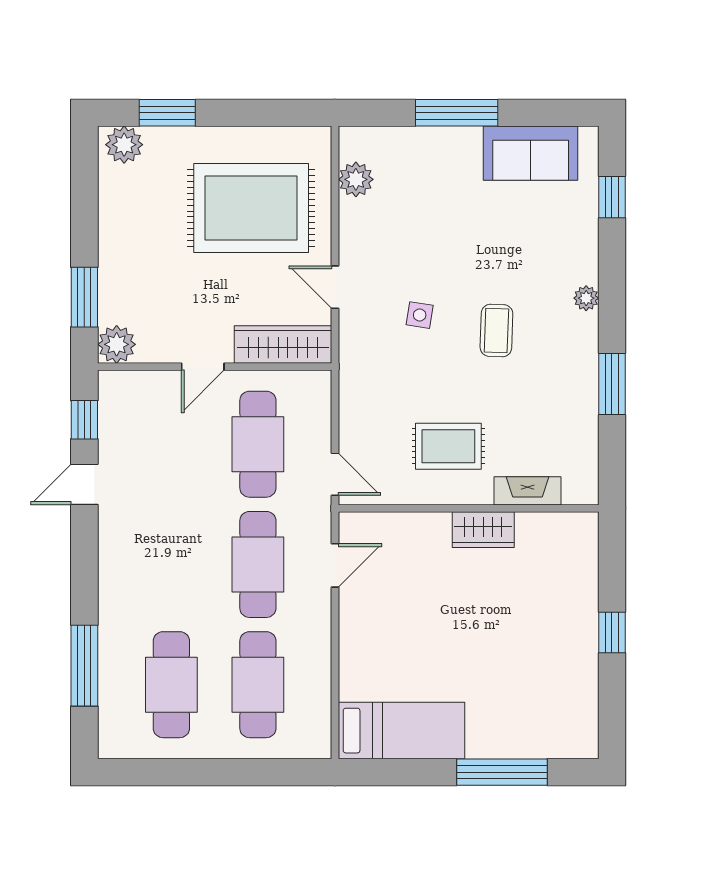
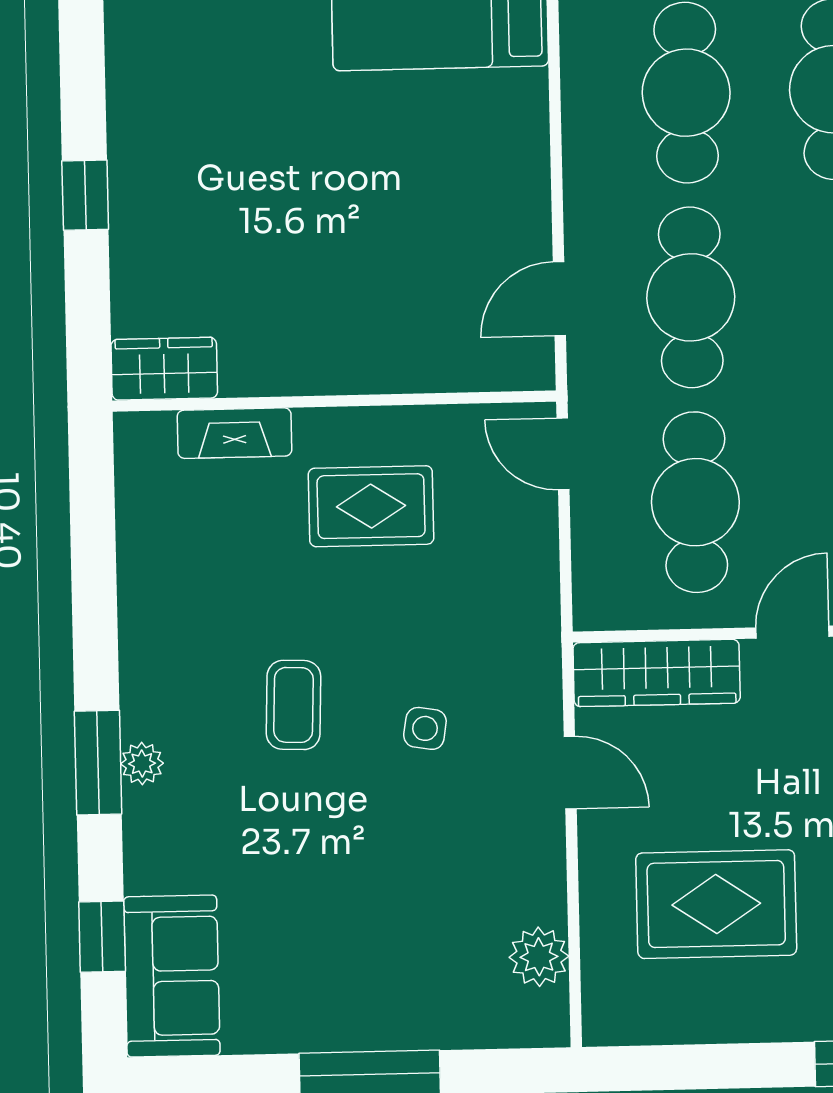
sofa: (531, 153) -> (172, 976), moved, turned 90
rug: (251, 208) -> (716, 904), width x0.73, depth x0.69
window: (612, 384) -> (98, 763), moved
wardrobe: (483, 530) -> (164, 369), moved

